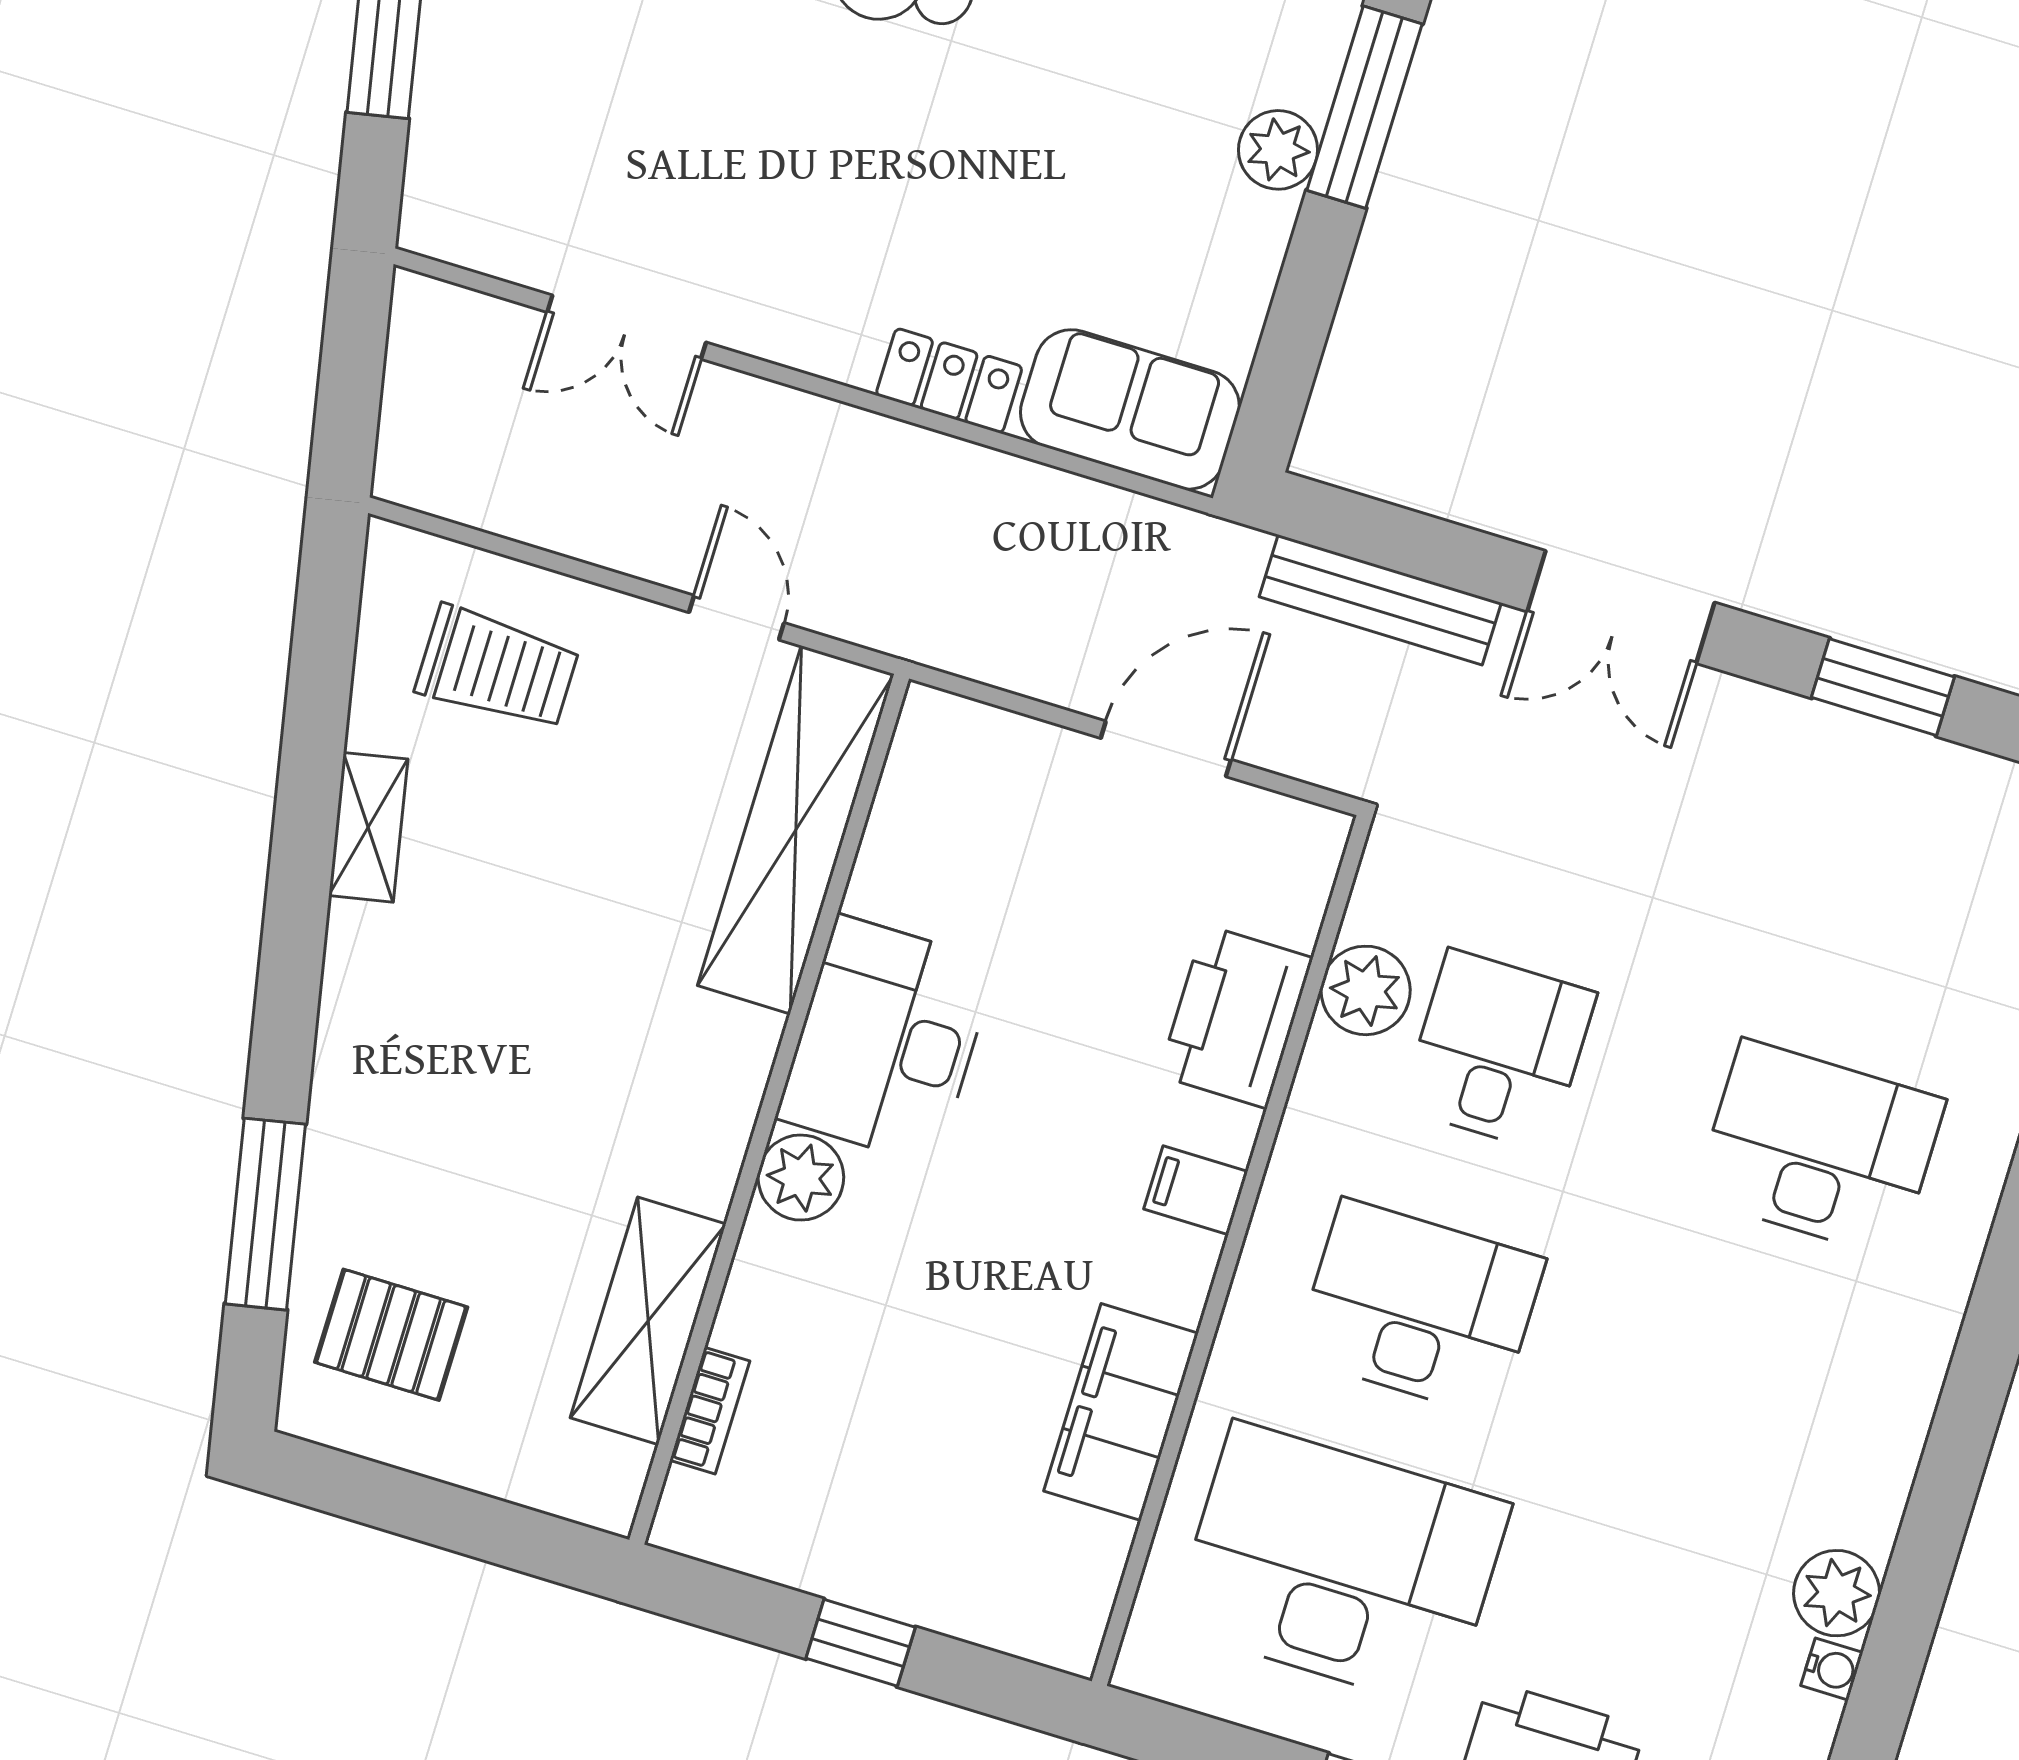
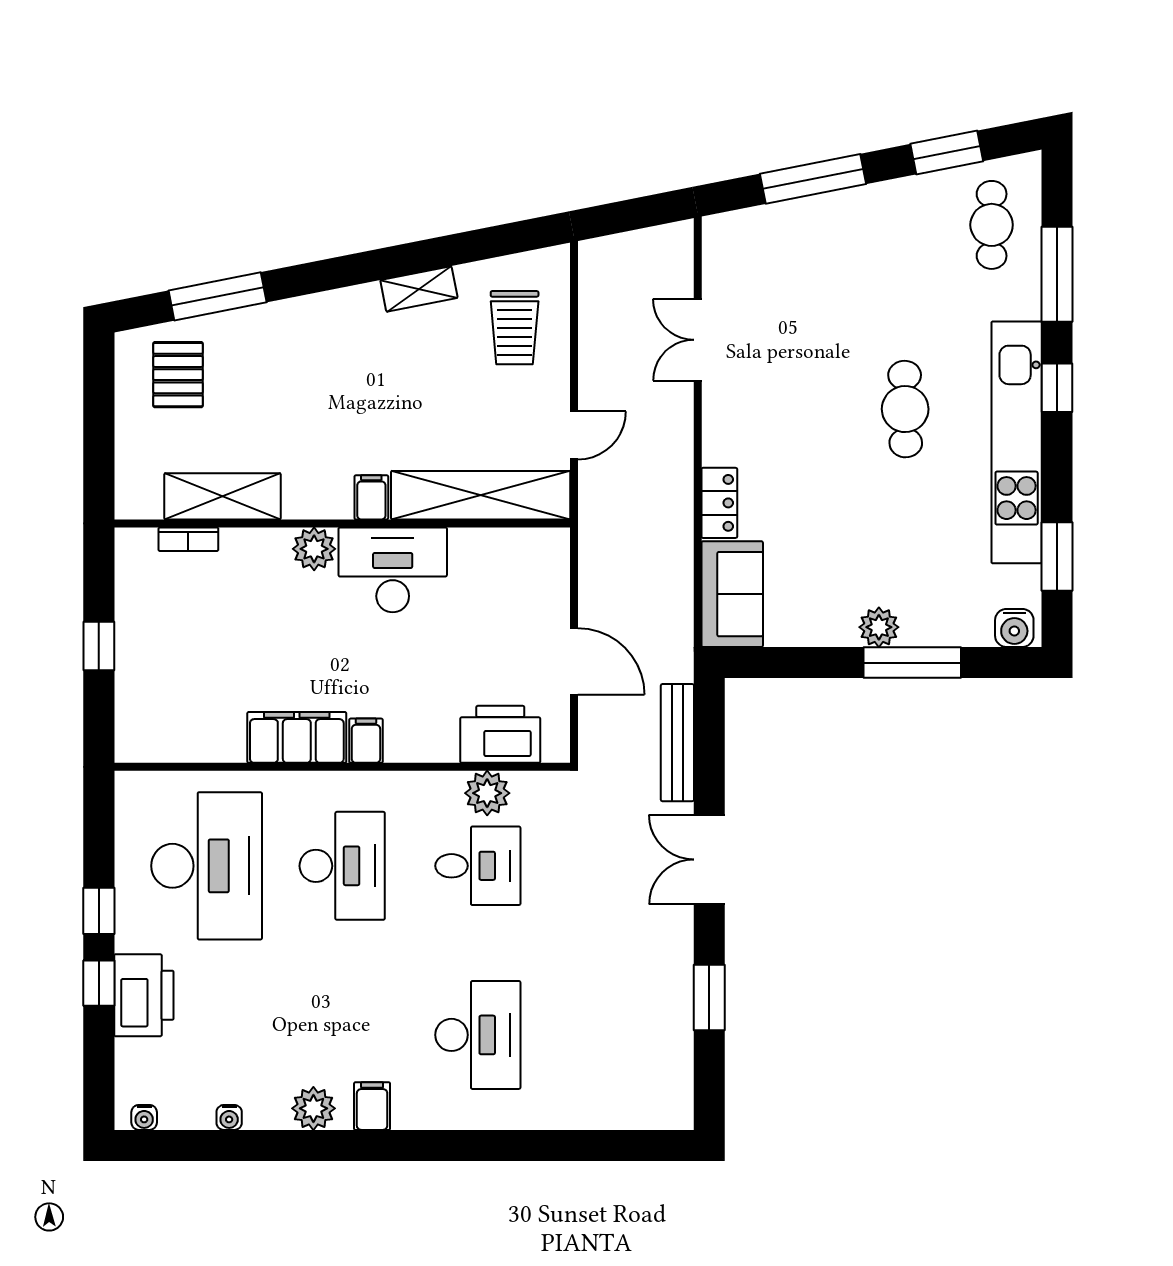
printer: (1236, 1017) -> (500, 734), moved
filing cabinet: (736, 1039) -> (371, 497), added
filing cabinet: (1893, 1391) -> (372, 1106), added
filing cabinet: (1121, 1412) -> (297, 737), moved
plant: (1837, 1593) -> (313, 1108), moved

